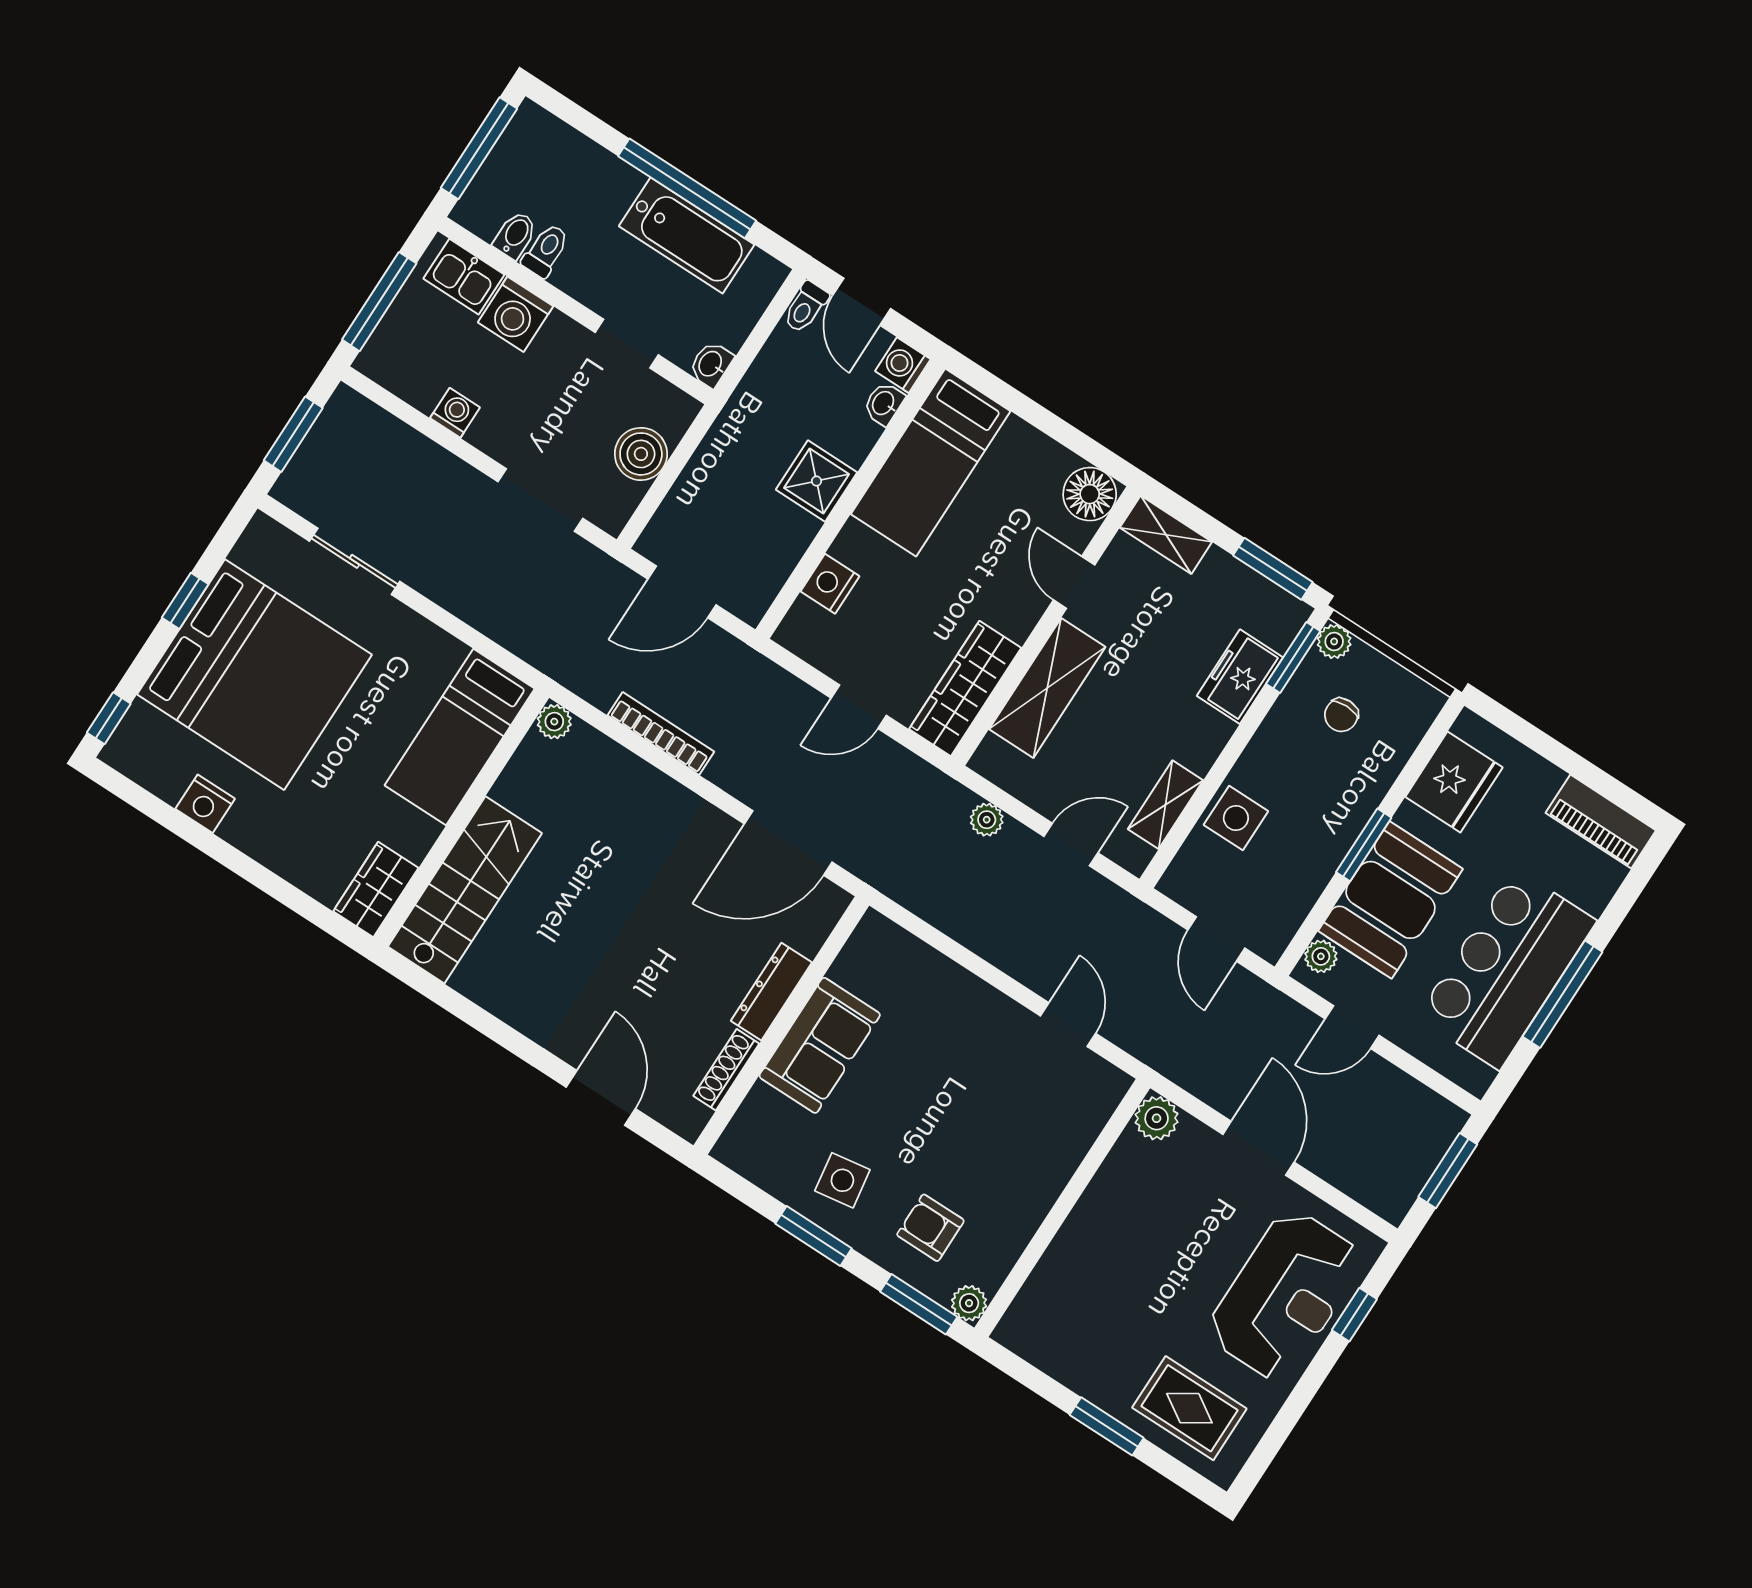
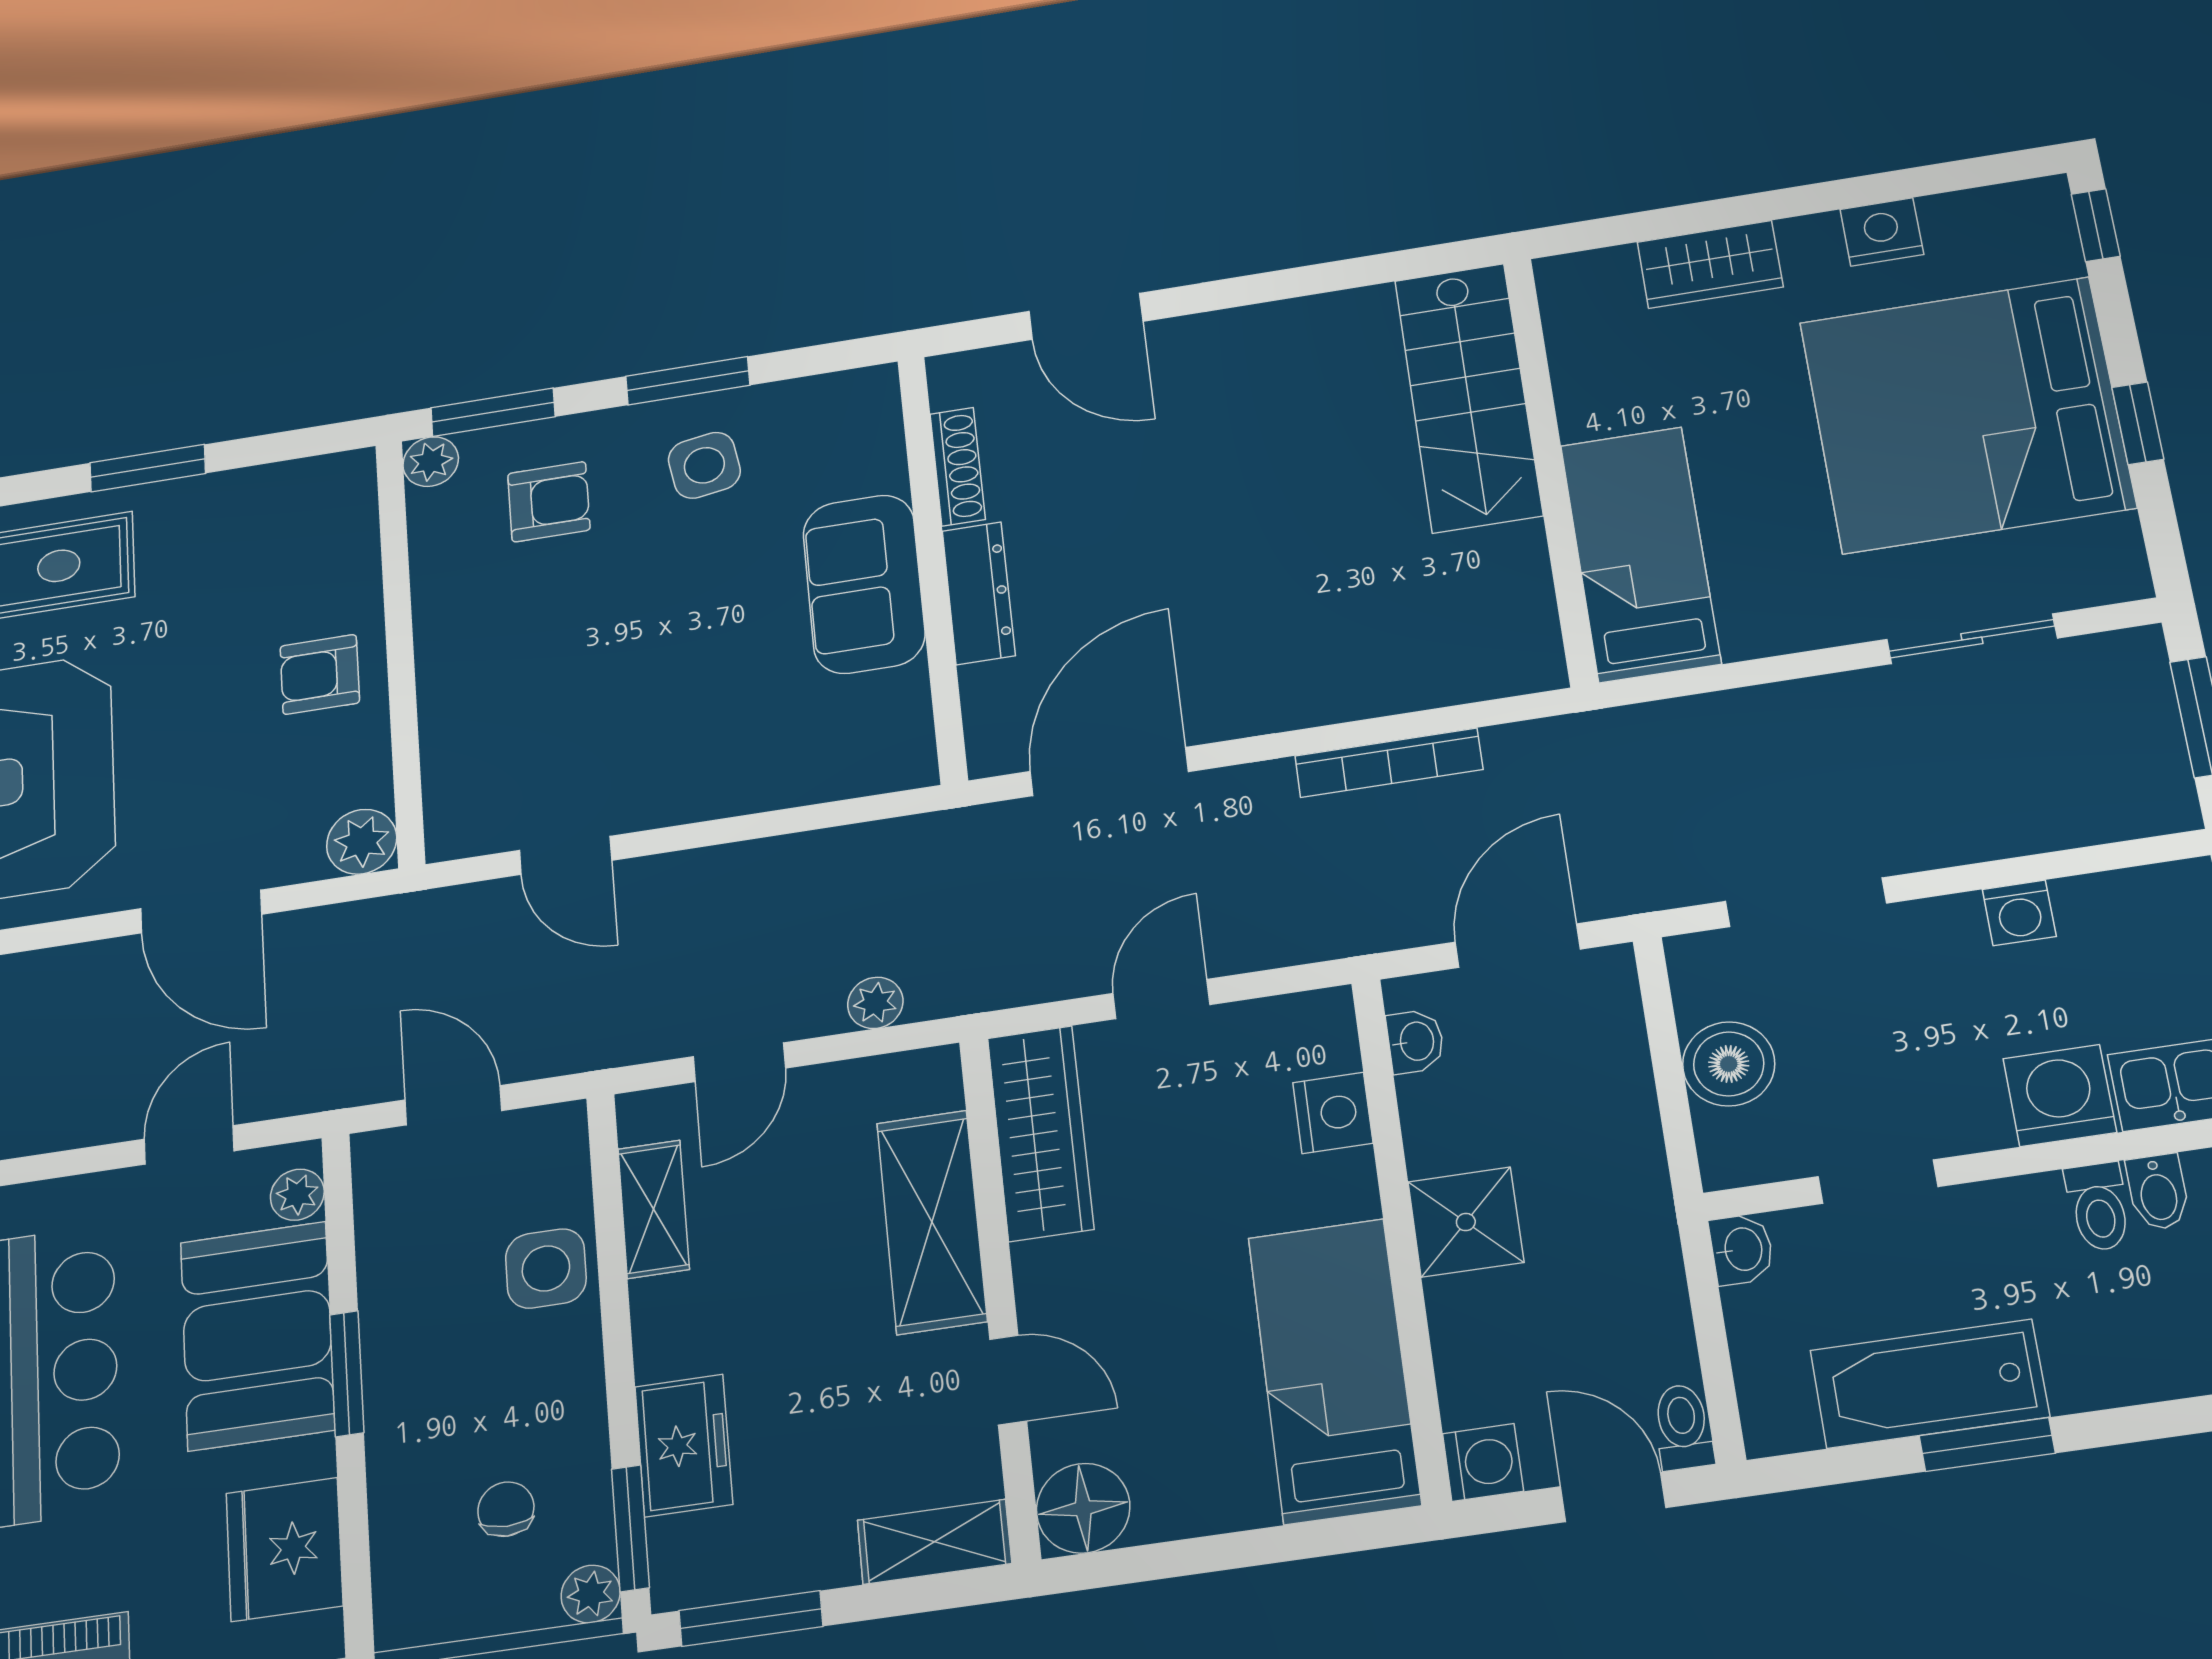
window: (687, 188) -> (1987, 1445), width x0.47
washbasin: (884, 404) -> (1415, 1041), moved
plant: (554, 722) -> (1538, 667), removed
wardrobe: (376, 890) -> (1710, 264), moved, turned 90
armchair: (1109, 1230) -> (320, 674), added

